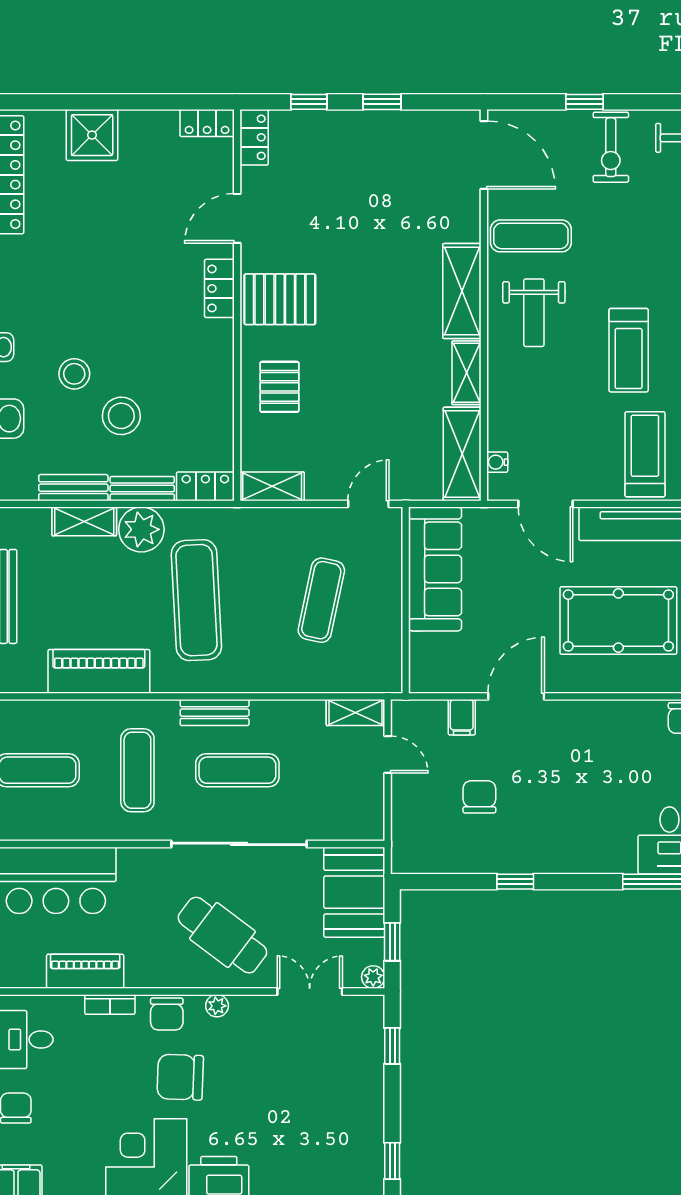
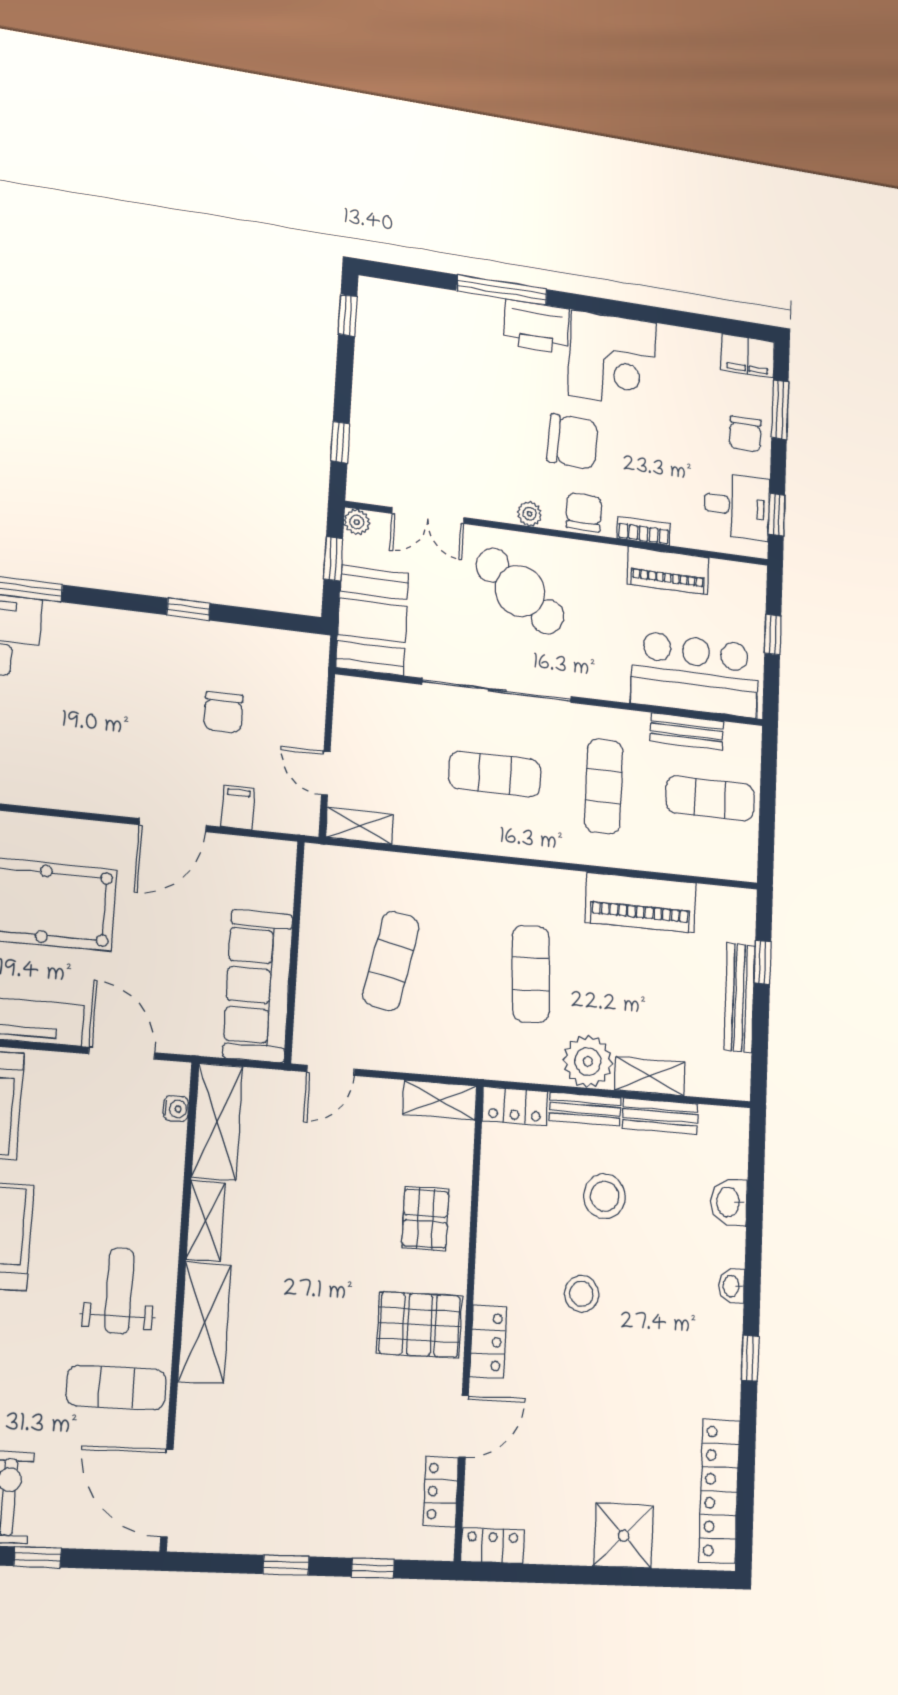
locker: (254, 137) -> (441, 1491), moved
stool: (74, 374) -> (581, 1294), moved
exercise mat: (196, 600) -> (531, 974), width x0.73, depth x0.69
bench: (215, 713) -> (687, 731), moved

